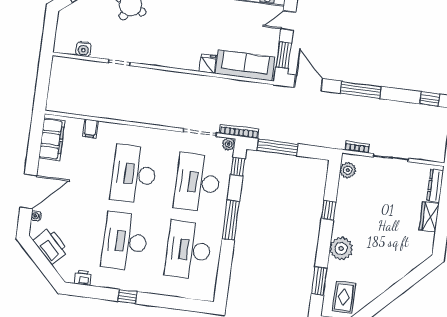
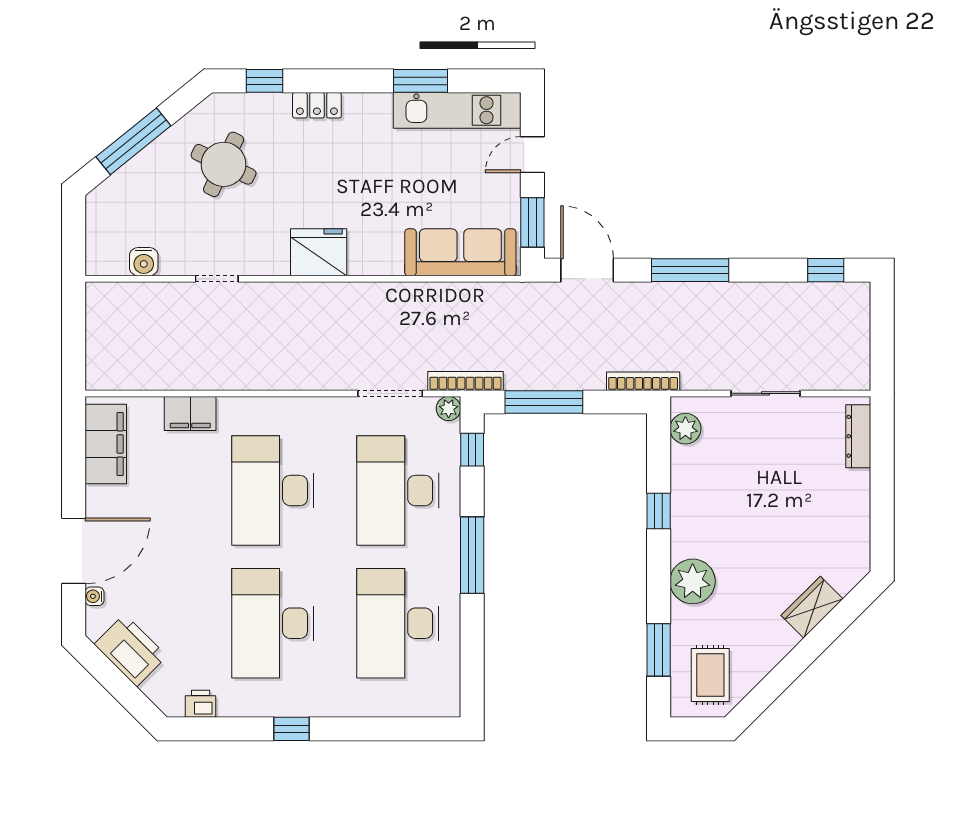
fridge: (208, 64) -> (319, 252), moved, width x1.88, depth x1.34
filing cabinet: (90, 128) -> (190, 413), width x2.00
bookcase: (357, 147) -> (643, 381), moved, width x1.56
wardrobe: (429, 217) -> (812, 607), moved, turned 45

